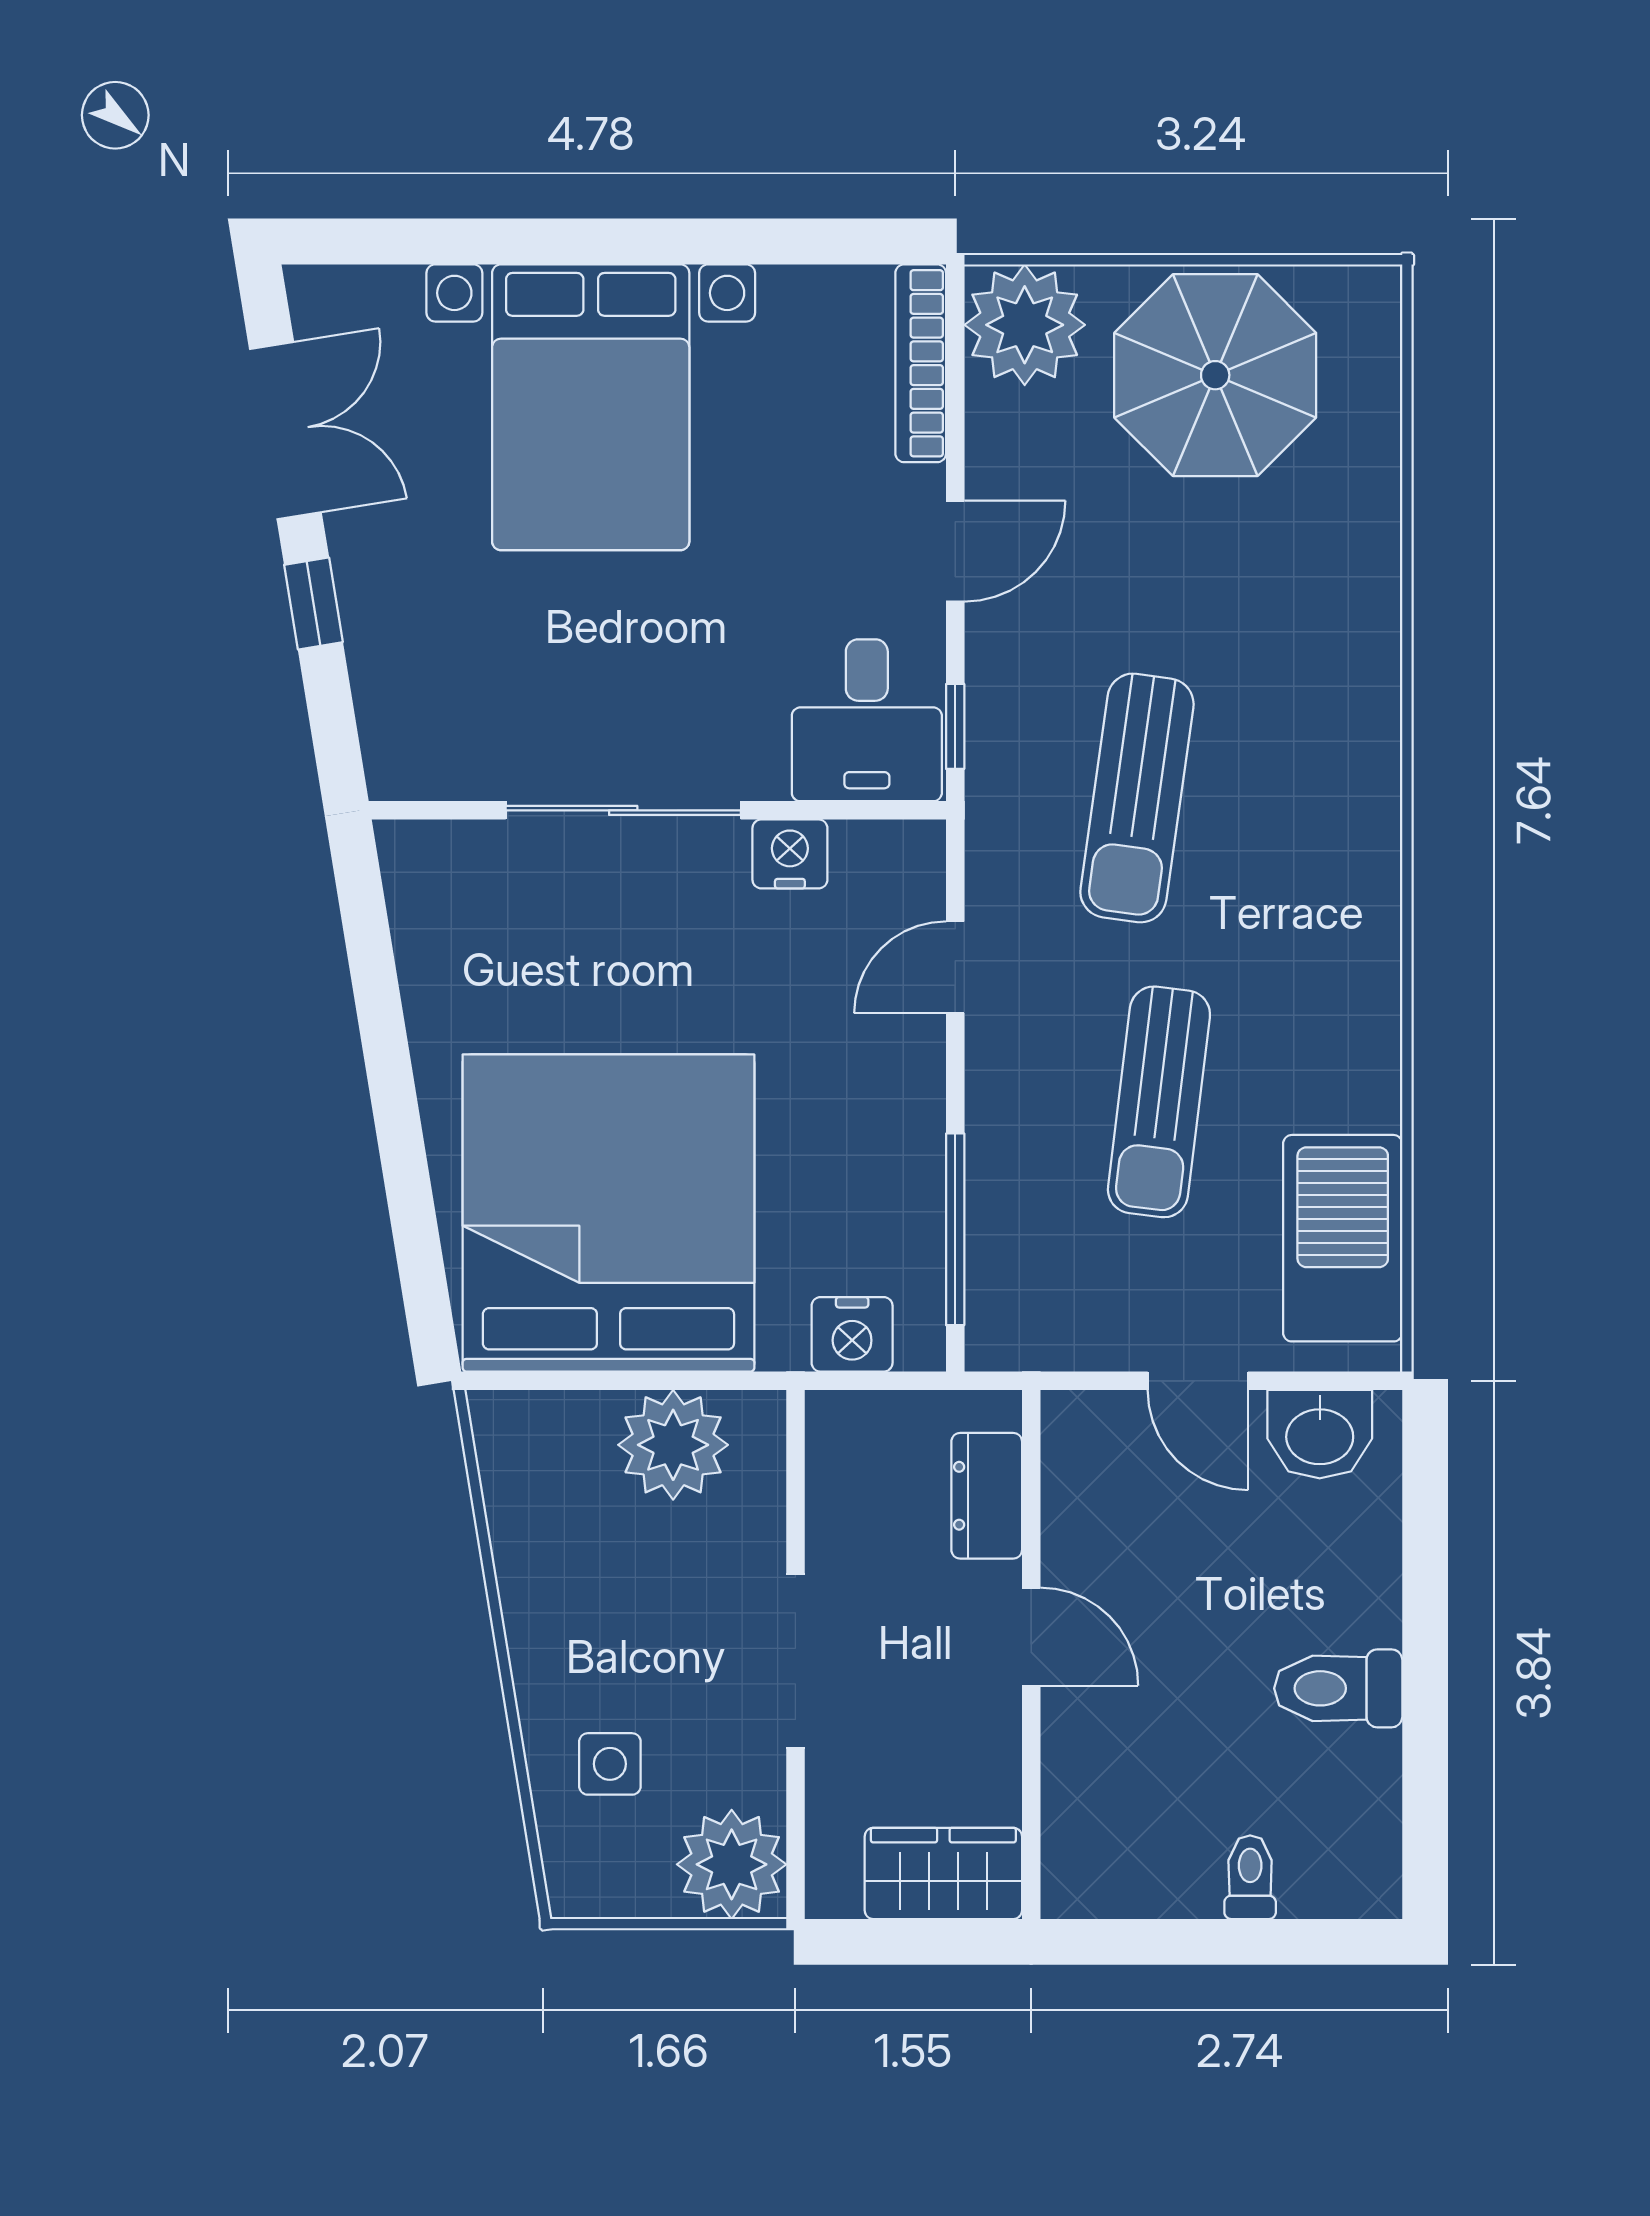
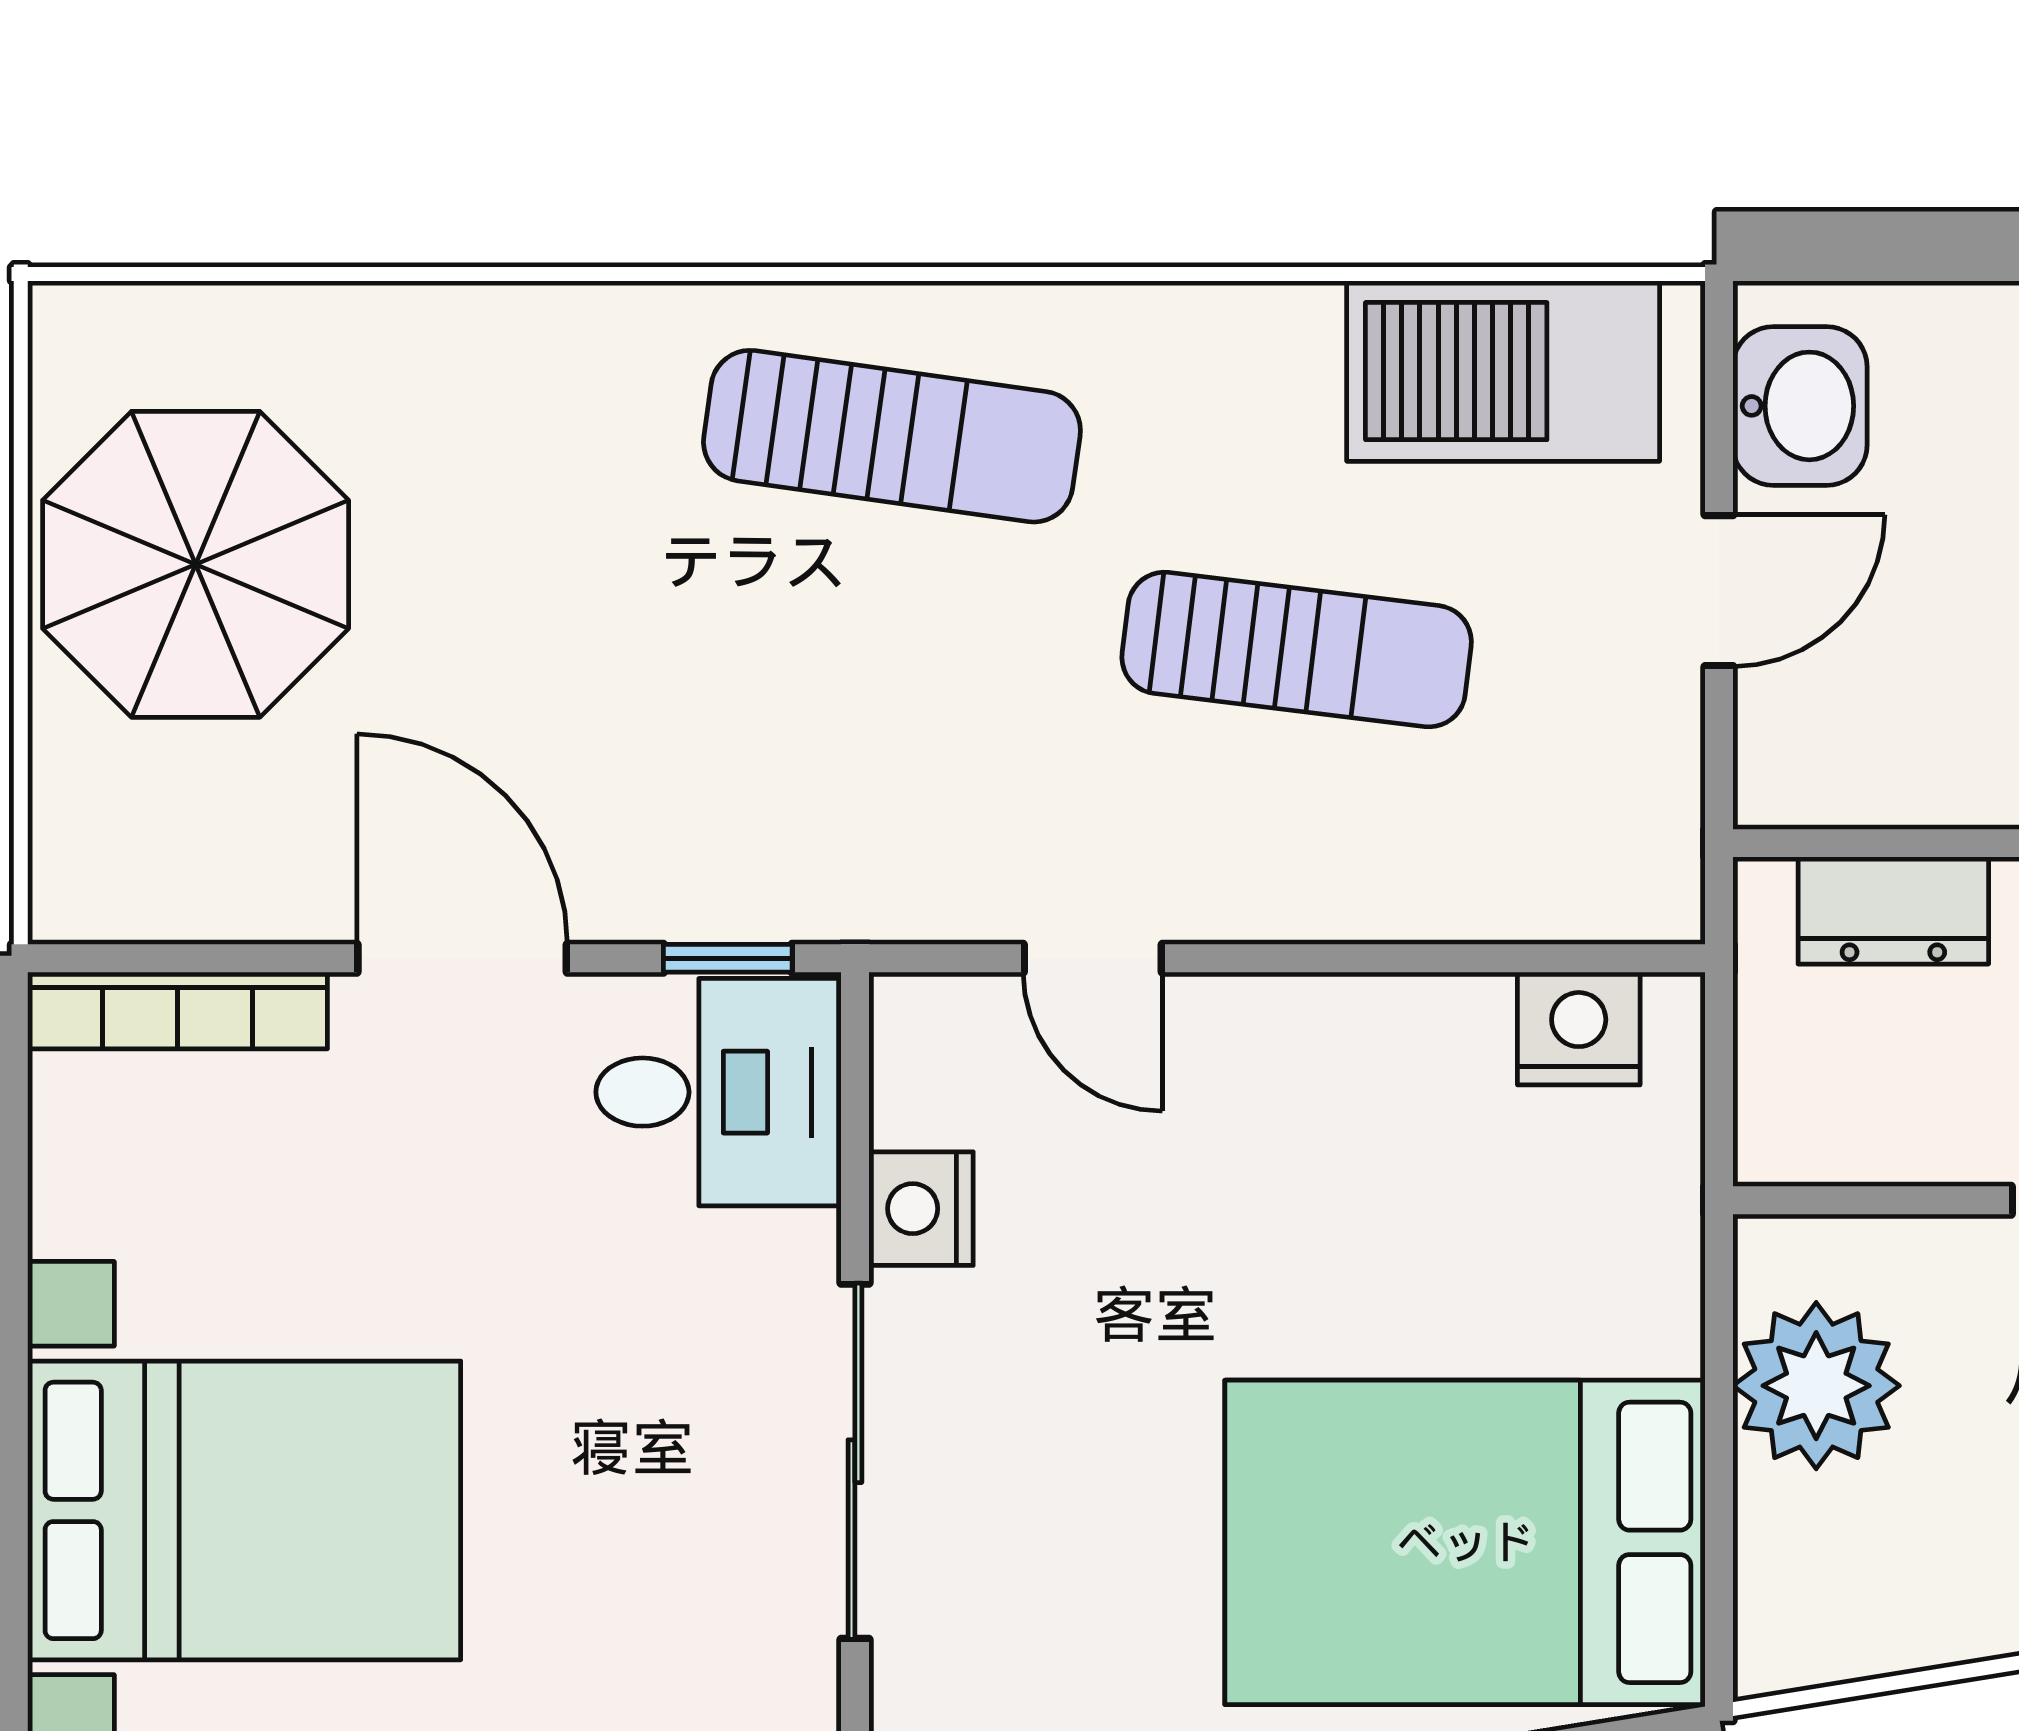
plant: (1025, 325) -> (119, 853), removed
door: (955, 551) -> (462, 958), width x1.38
sun lounger: (1137, 798) -> (892, 436), moved
bed: (608, 1213) -> (1465, 1542), width x0.73
window: (955, 1229) -> (1490, 958), removed
nightstand: (852, 1334) -> (1579, 1029), moved, turned -90

